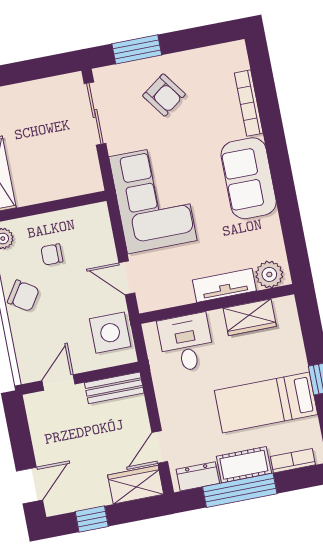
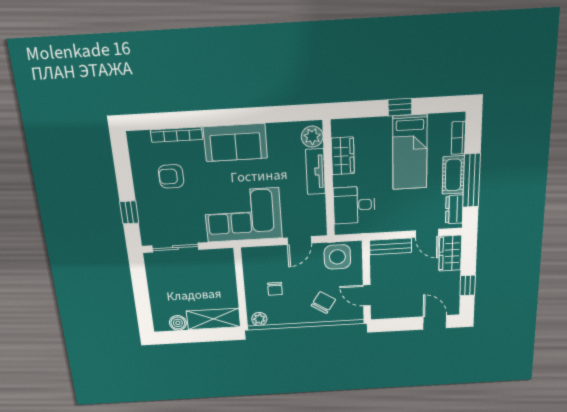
window: (137, 49) -> (129, 212), width x0.67
armchair: (164, 95) -> (171, 176), moved, turned -144
chair: (23, 296) -> (323, 303), moved
bench: (114, 388) -> (390, 246), moved, turned 90

